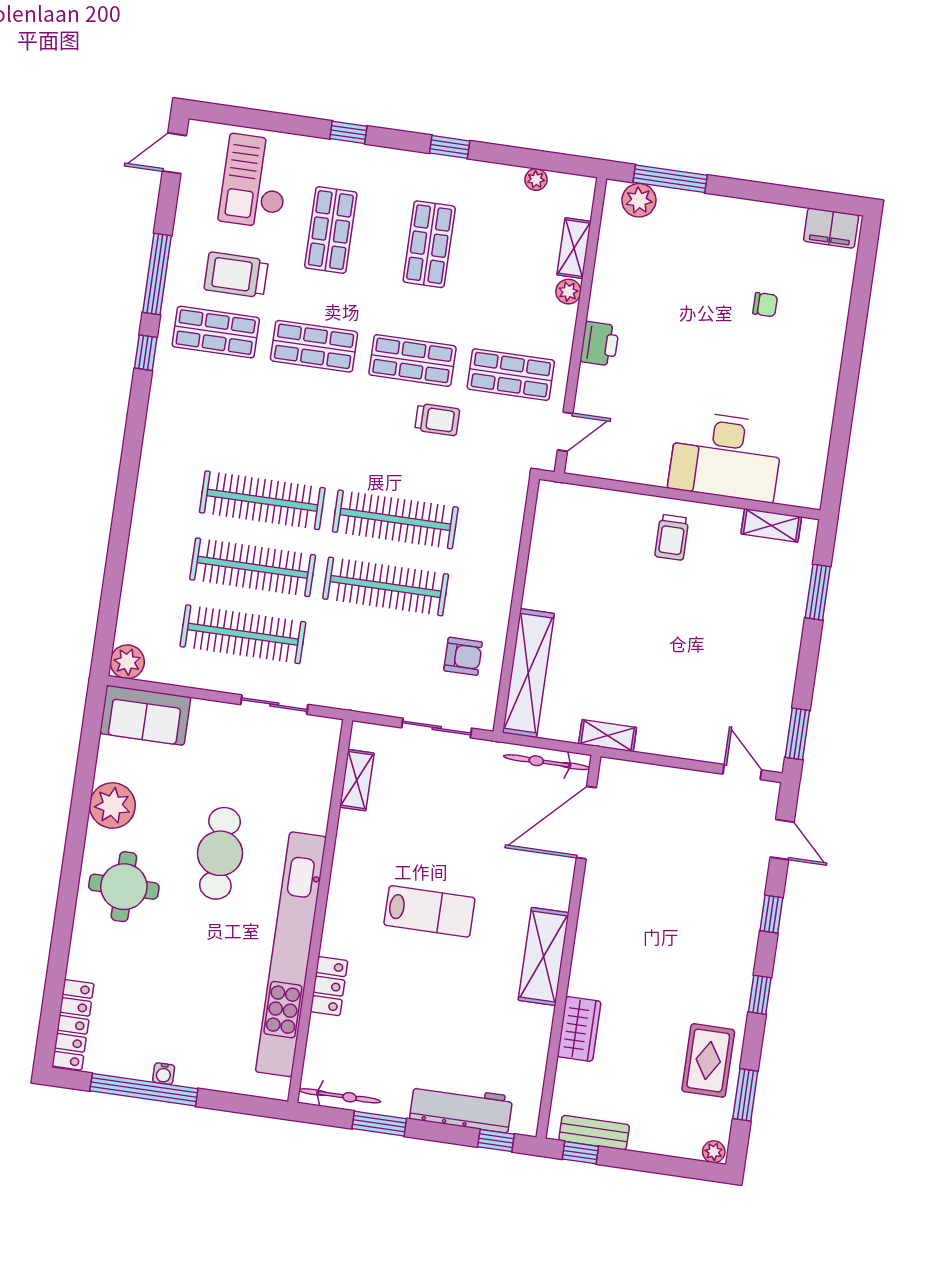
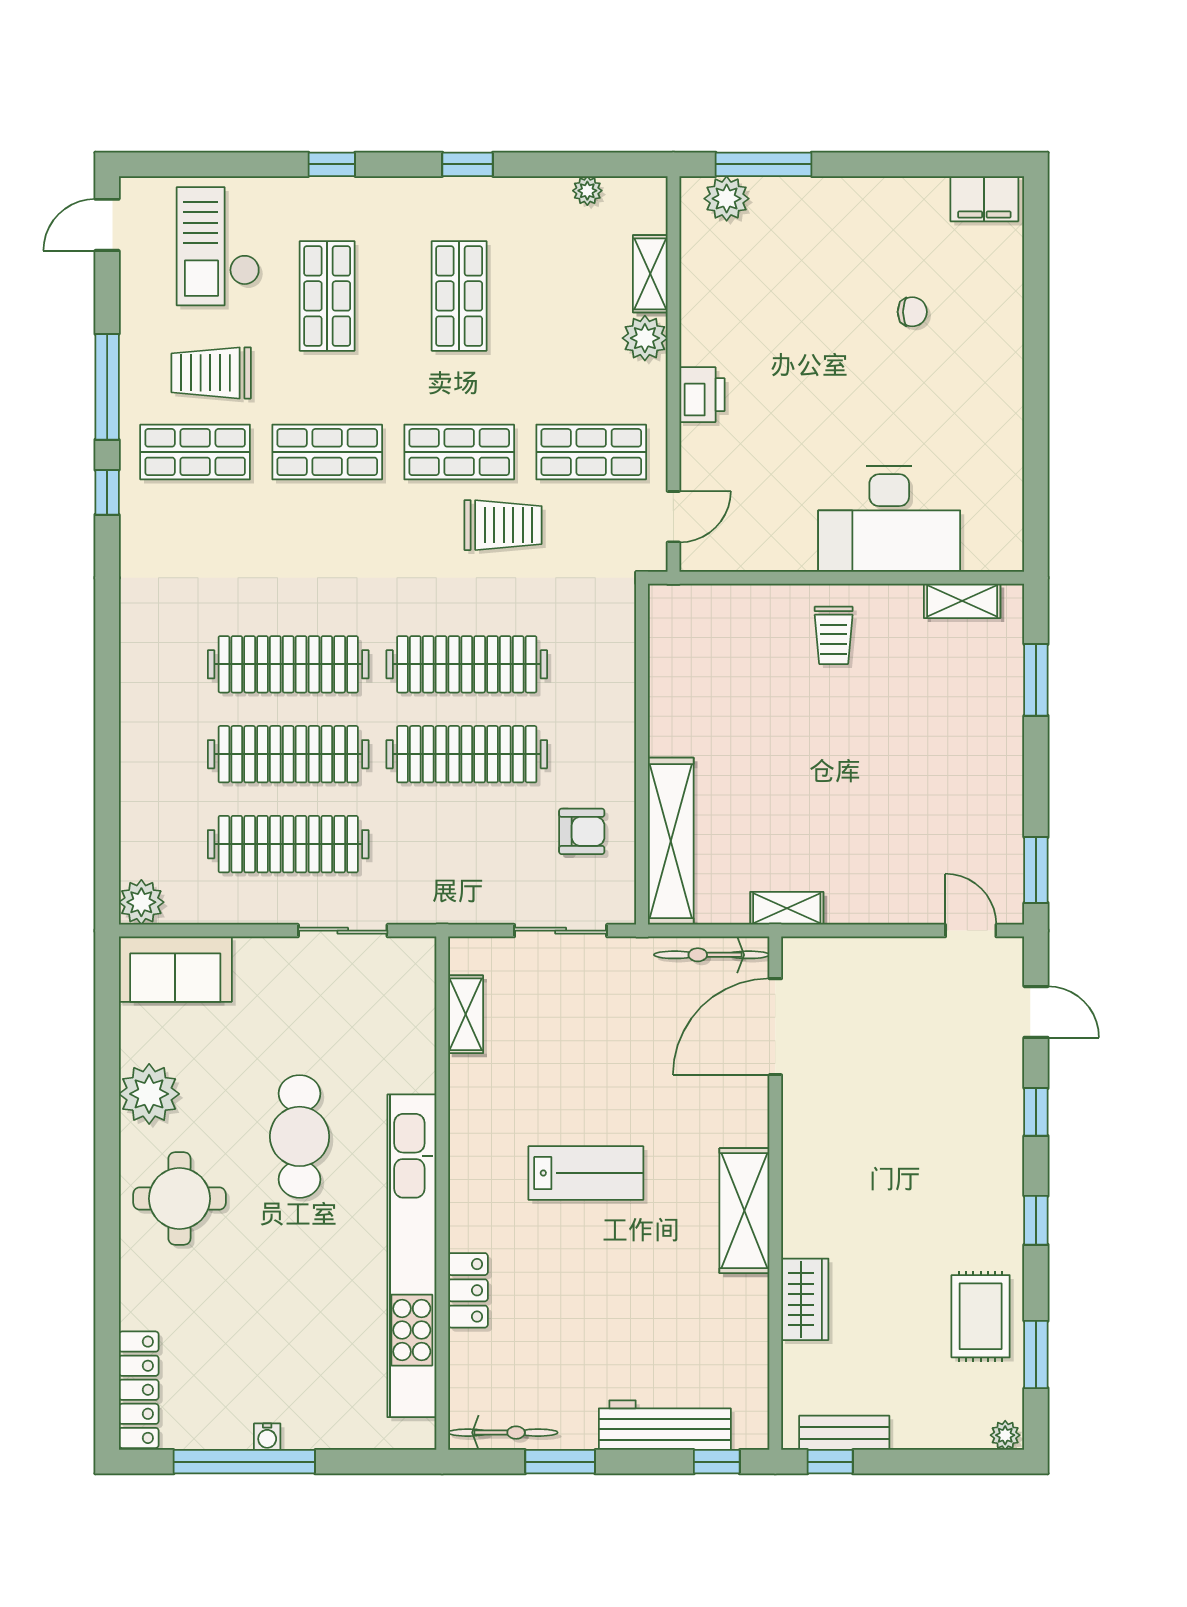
plant: (568, 292) -> (645, 338), width x1.38, depth x1.38
trolley: (437, 420) -> (503, 525), width x1.36, depth x1.39

